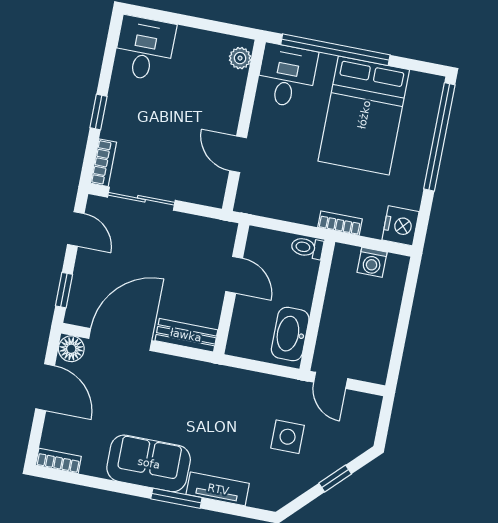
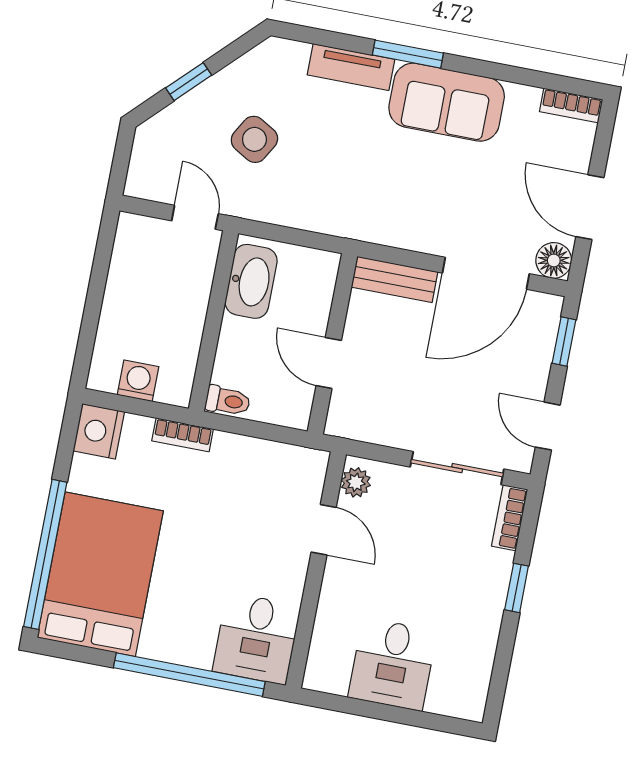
desk: (145, 48) -> (392, 664), moved
plant: (240, 58) -> (356, 482), moved
bed: (364, 115) -> (100, 574), moved
side table: (288, 437) -> (254, 139), turned 30

